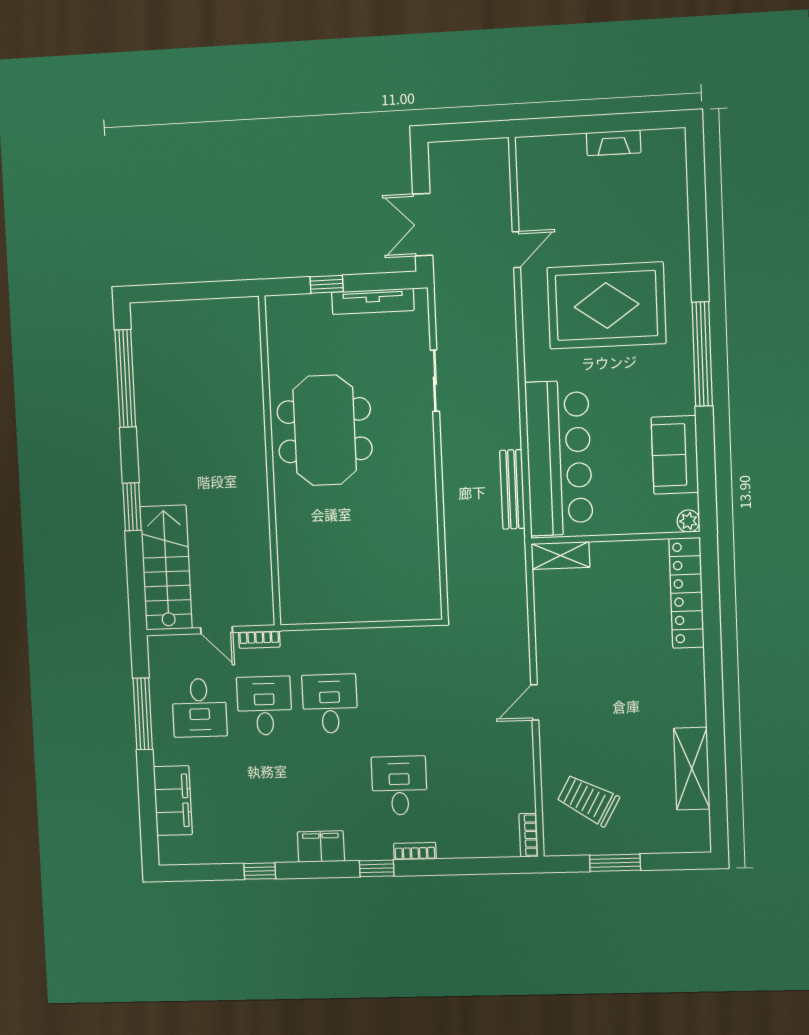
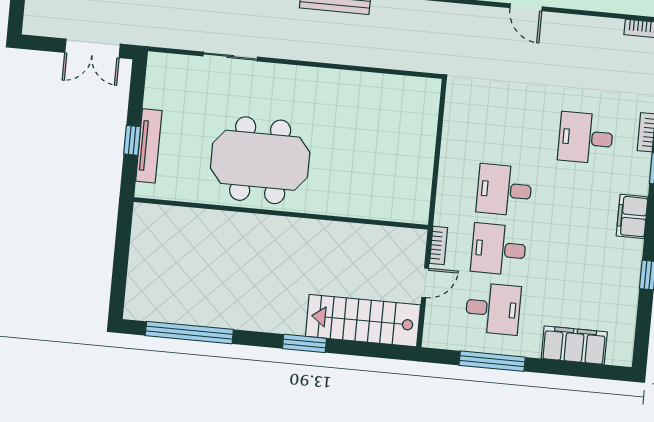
tv unit: (373, 301) -> (149, 146), moved

